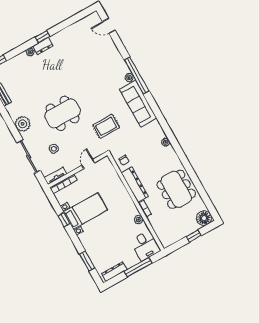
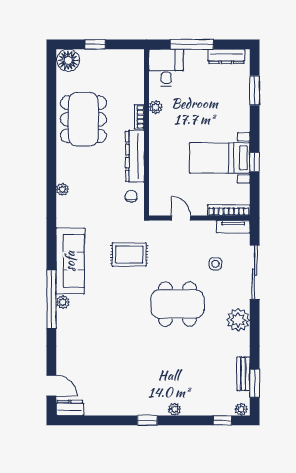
dresser: (43, 46) -> (70, 408), moved
door: (88, 164) -> (181, 218), swing flipped

